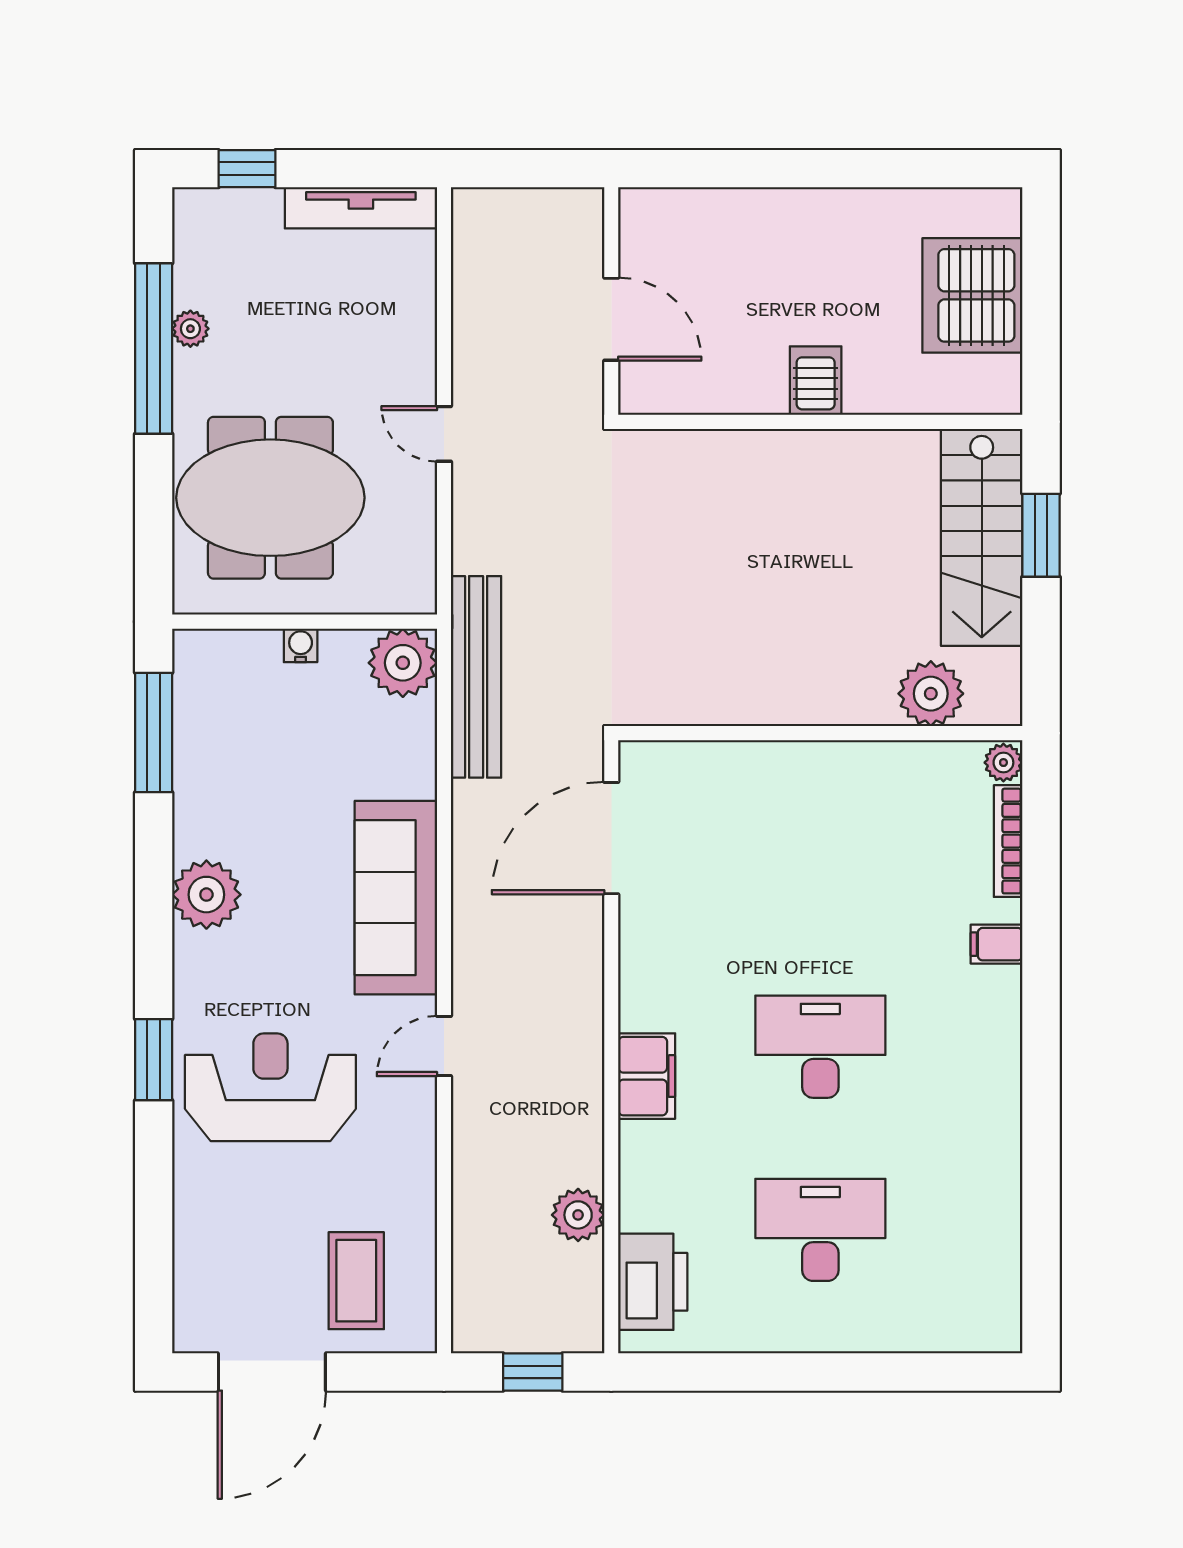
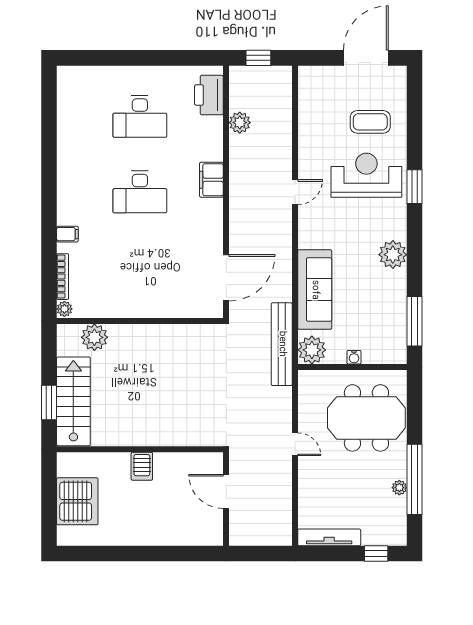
sofa: (396, 898) -> (315, 290), moved
reception desk: (270, 1087) -> (366, 175), turned 180
coffee table: (356, 1281) -> (370, 122), moved, turned 90

